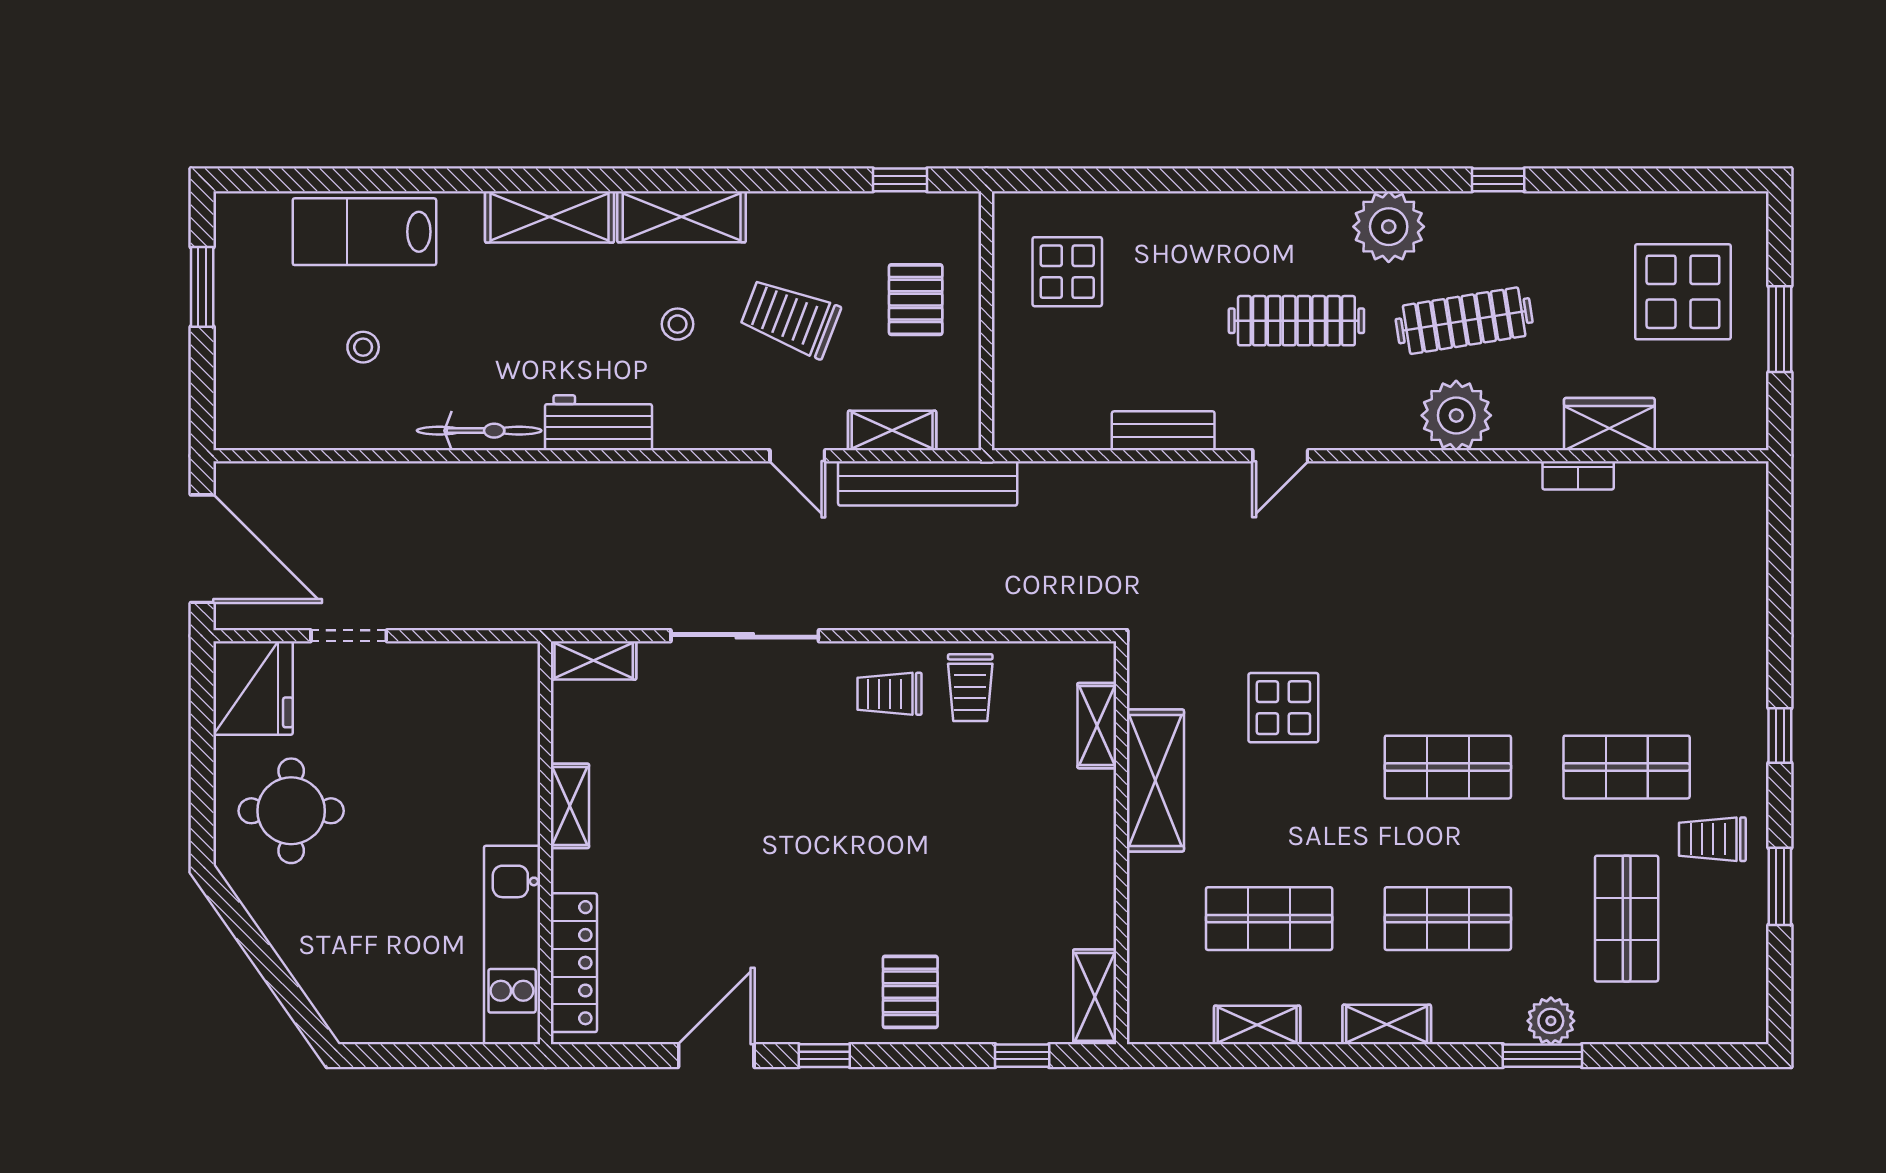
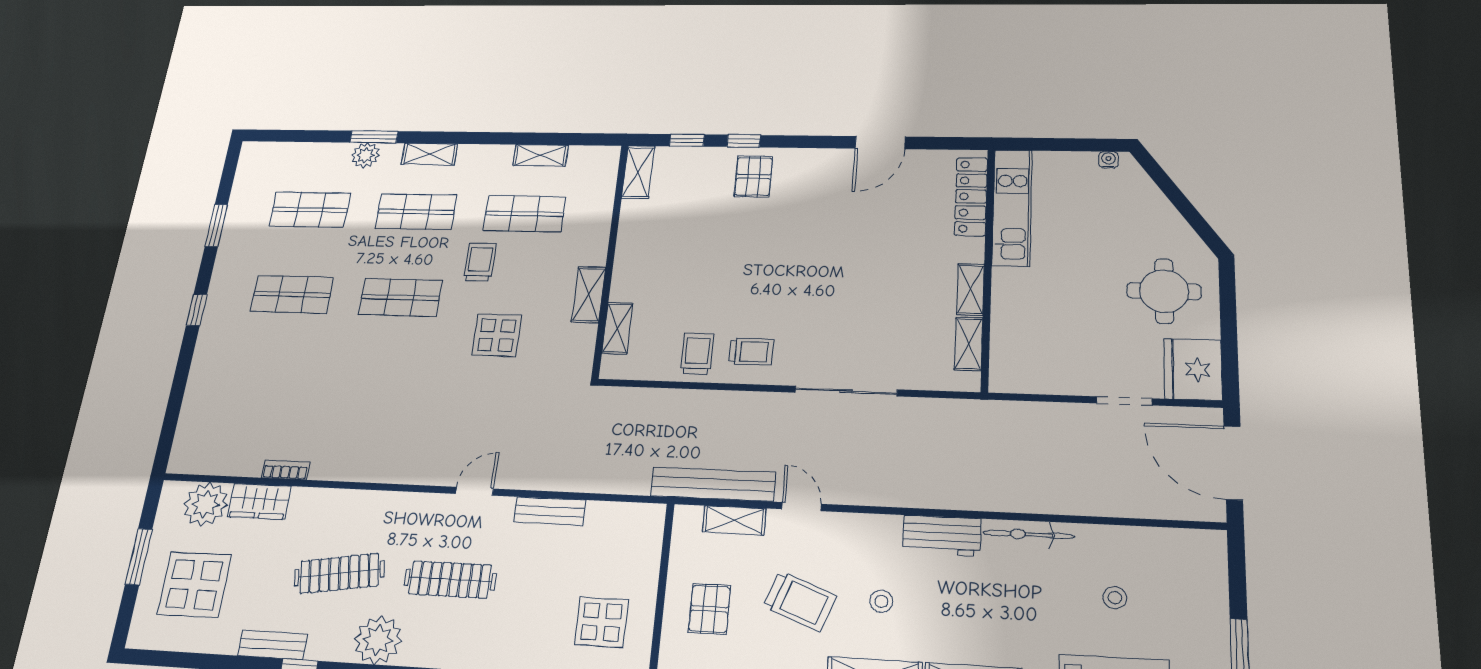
bench: (1544, 210) -> (272, 645), added
plant: (1456, 415) -> (206, 504), moved
shelving: (594, 660) -> (969, 344), moved, turned 90
shelving: (1155, 780) -> (589, 295), width x0.67, depth x0.75
trolley: (1712, 839) -> (480, 262), moved, turned -90
shop shelf: (1627, 919) -> (310, 210), turned 90
shelving: (1387, 1025) -> (429, 154), moved
water cooler: (370, 1030) -> (1108, 160), added
window: (824, 1056) -> (744, 141), moved

